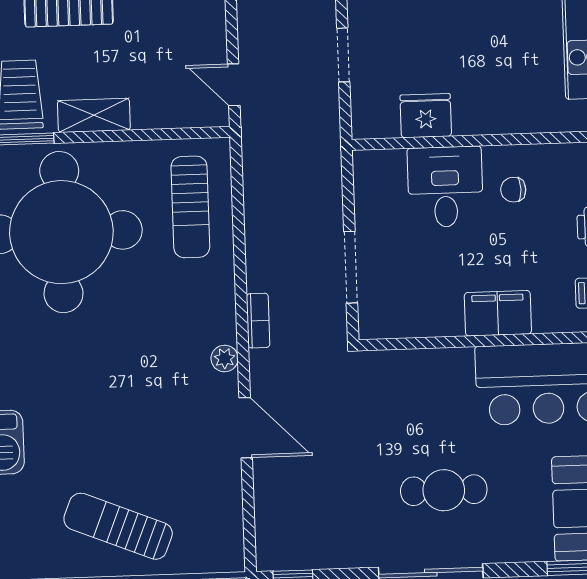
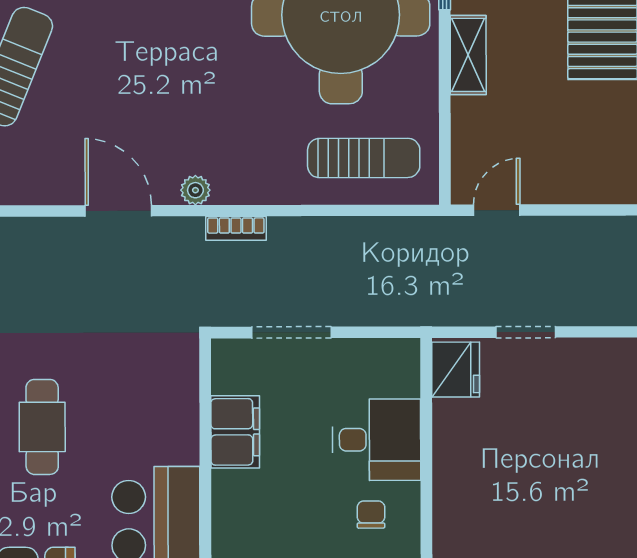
fridge: (426, 116) -> (456, 370), moved
sun lounger: (190, 207) -> (364, 158), turned 180
filing cabinet: (498, 313) -> (235, 432), moved
door: (246, 428) -> (118, 211), swing flipped

